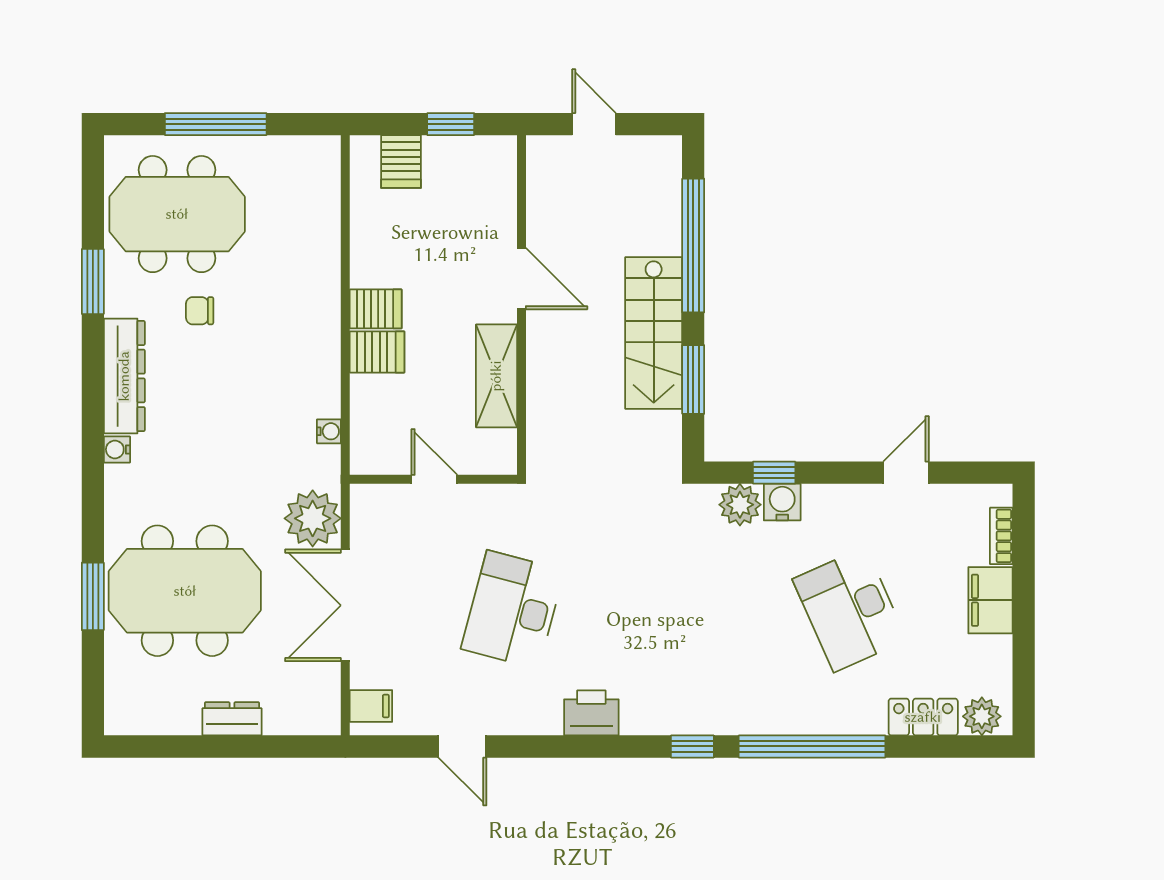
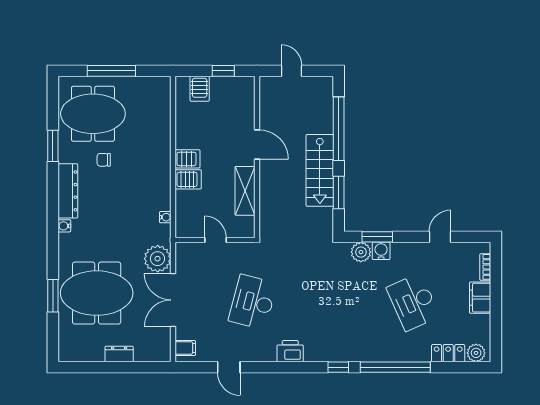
window: (774, 473) -> (377, 237), width x1.50

